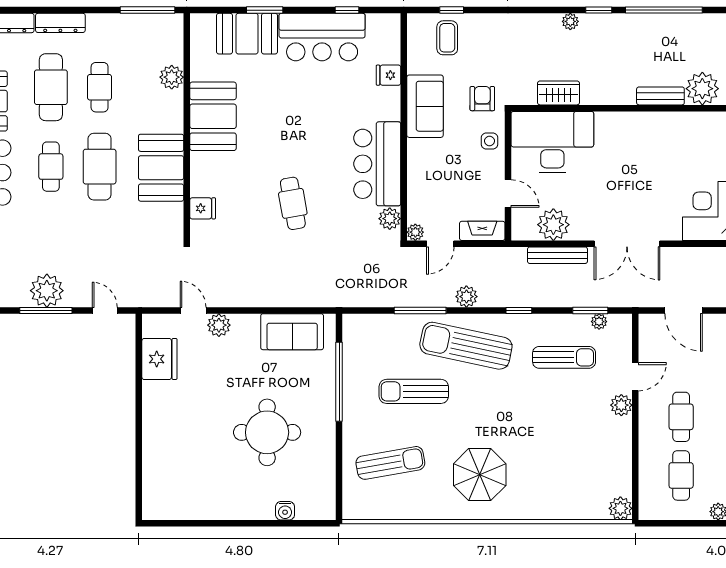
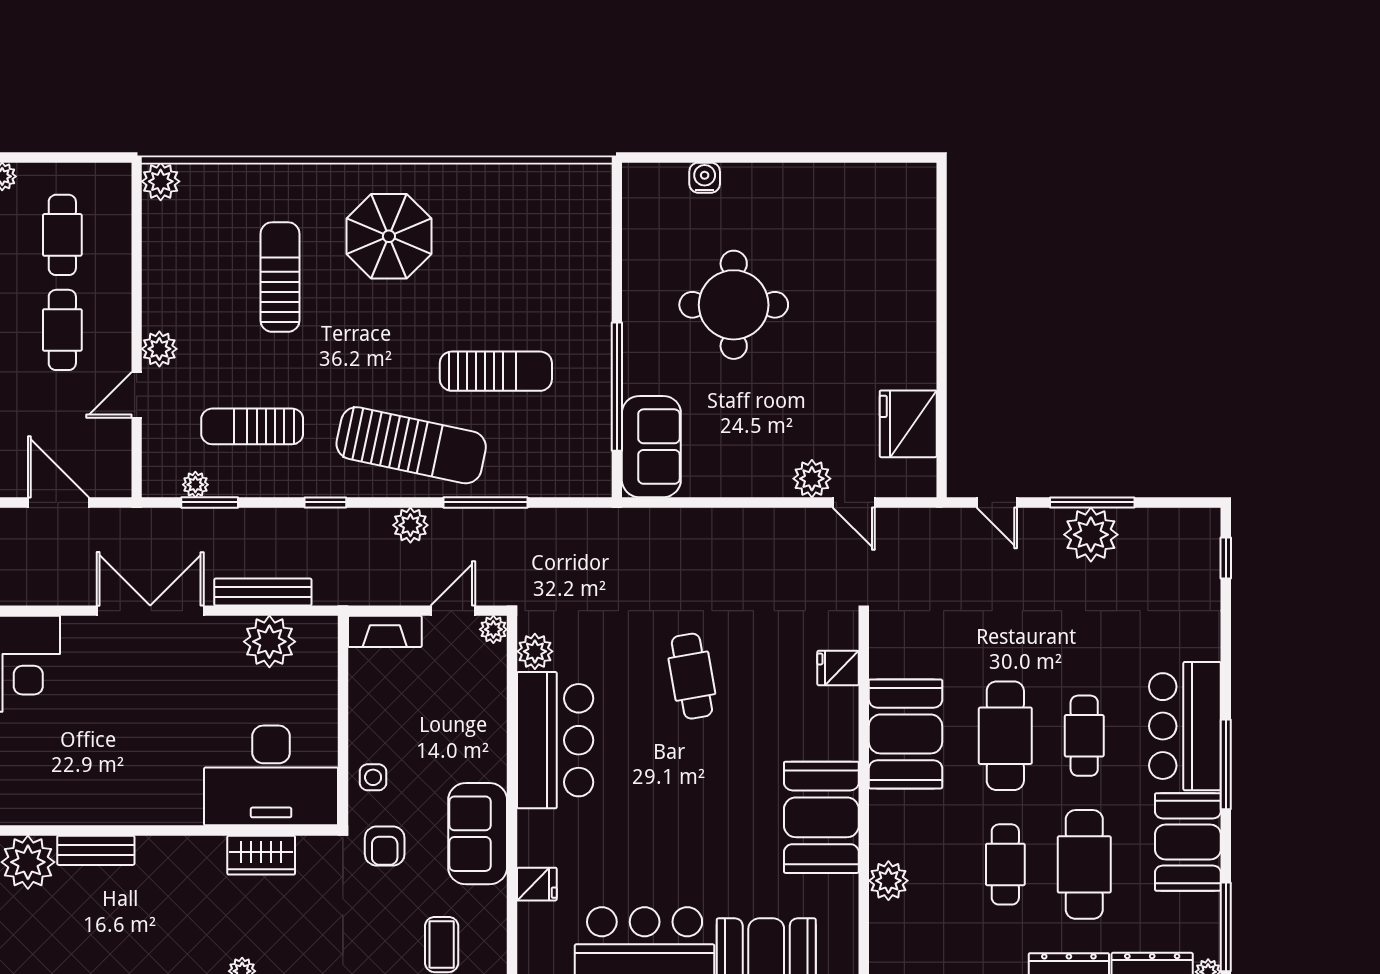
door: (508, 194) -> (343, 692), removed
sofa: (292, 332) -> (651, 447), moved, turned 90
sun lounger: (390, 463) -> (280, 277), moved, turned 100

